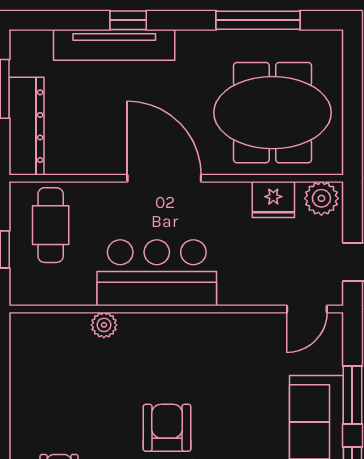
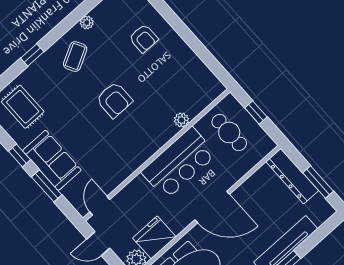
fridge: (273, 199) -> (154, 237), width x1.36, depth x1.34
cafe table: (51, 225) -> (229, 133), moved

